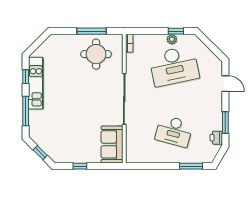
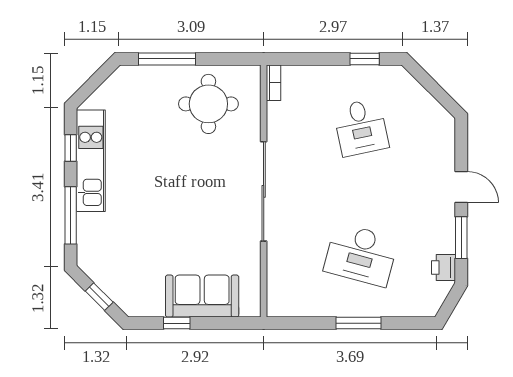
window: (92, 31) -> (167, 59), moved
plant: (172, 39) -> (357, 75), removed
desk: (174, 66) -> (361, 127), width x0.53, depth x0.77
door: (225, 84) -> (461, 187), moved
sofa: (112, 144) -> (202, 296), moved, turned 90
window: (191, 166) -> (359, 323), moved

